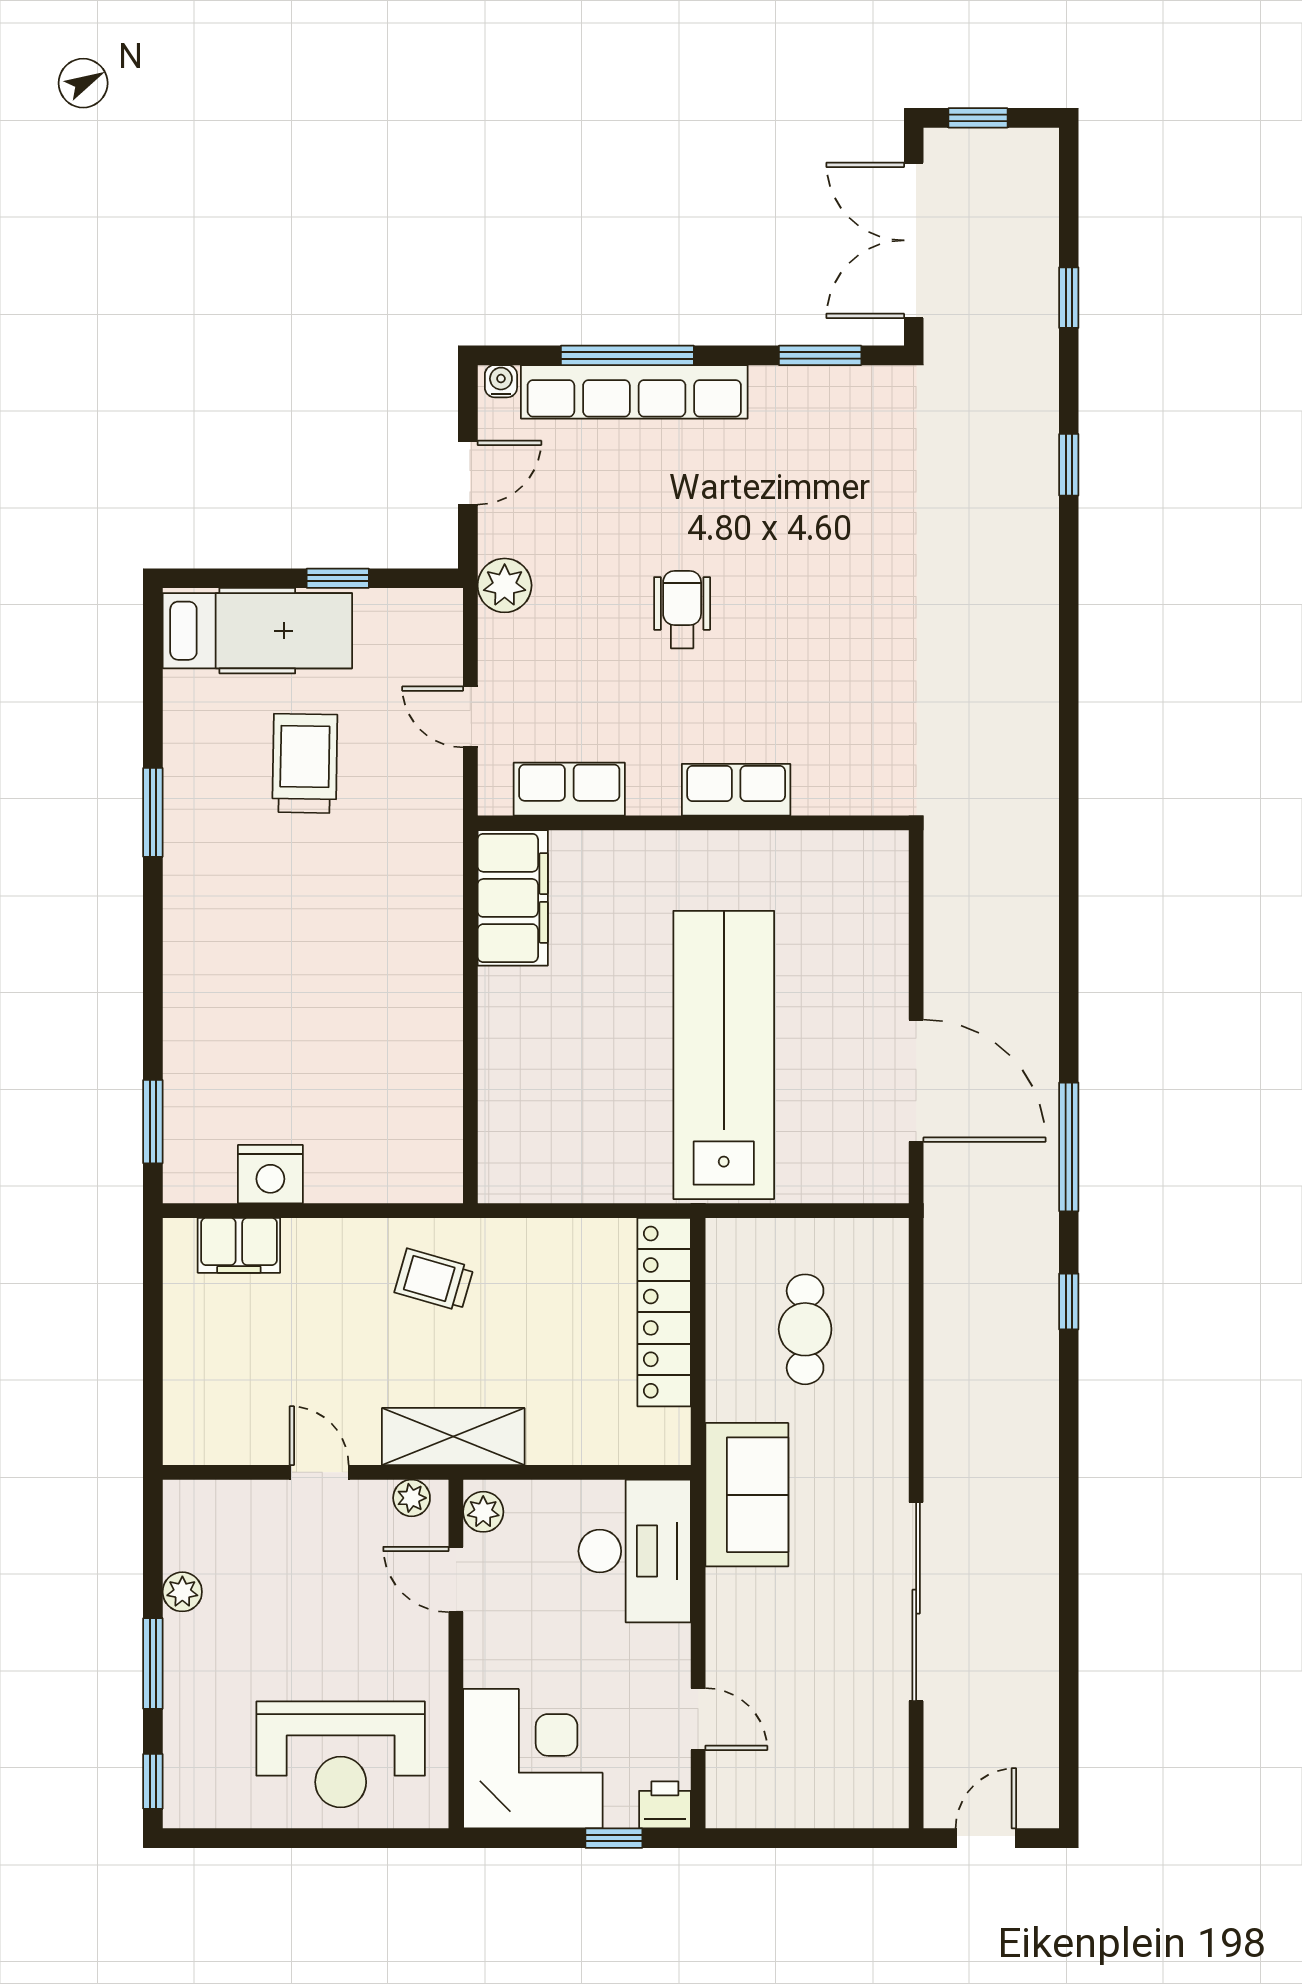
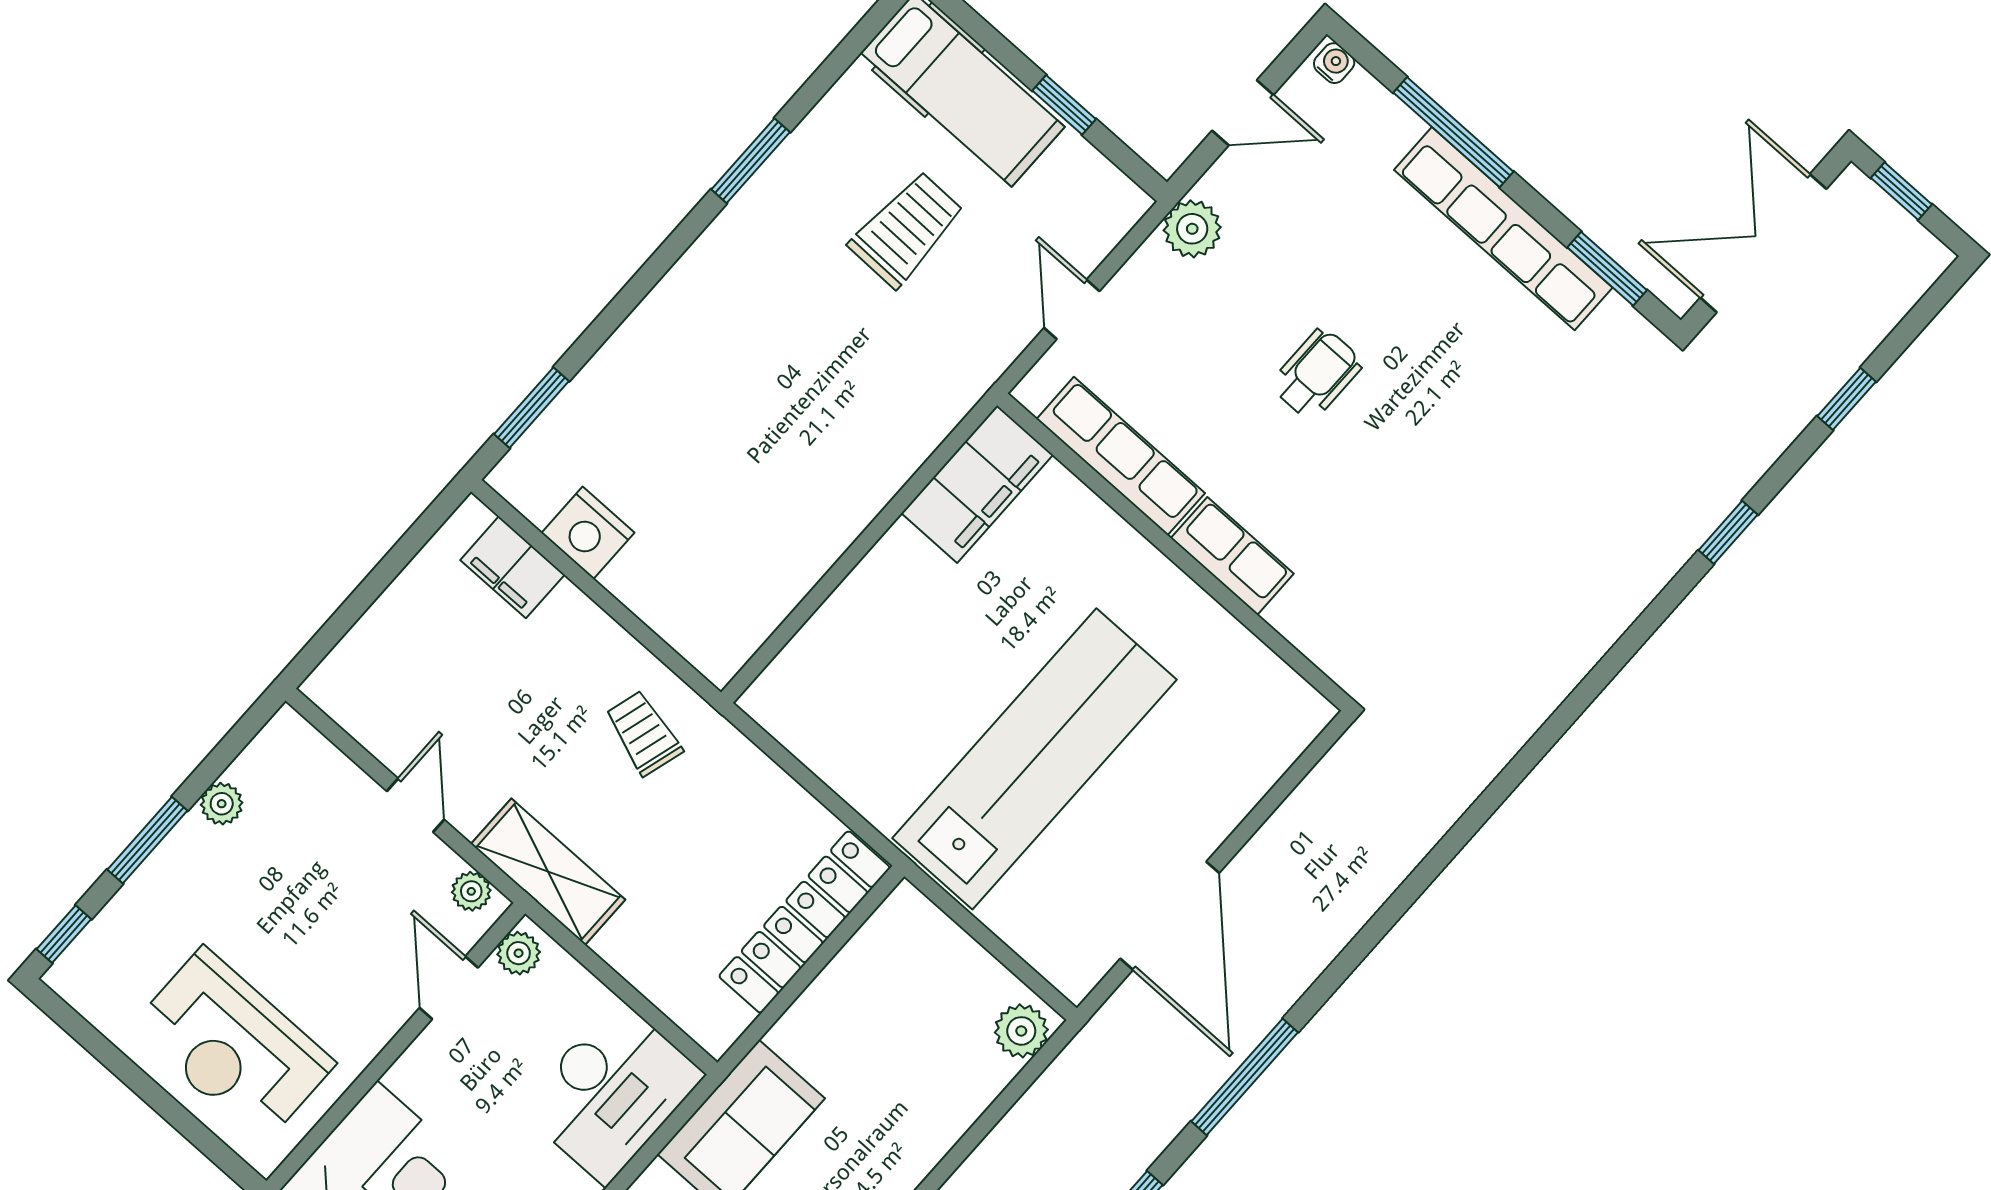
row of seats: (634, 392) -> (1503, 229), moved
row of seats: (569, 789) -> (1121, 456), width x1.48
plant: (884, 1254) -> (1021, 1031), added
cafe table: (805, 1329) -> (905, 1036), removed

